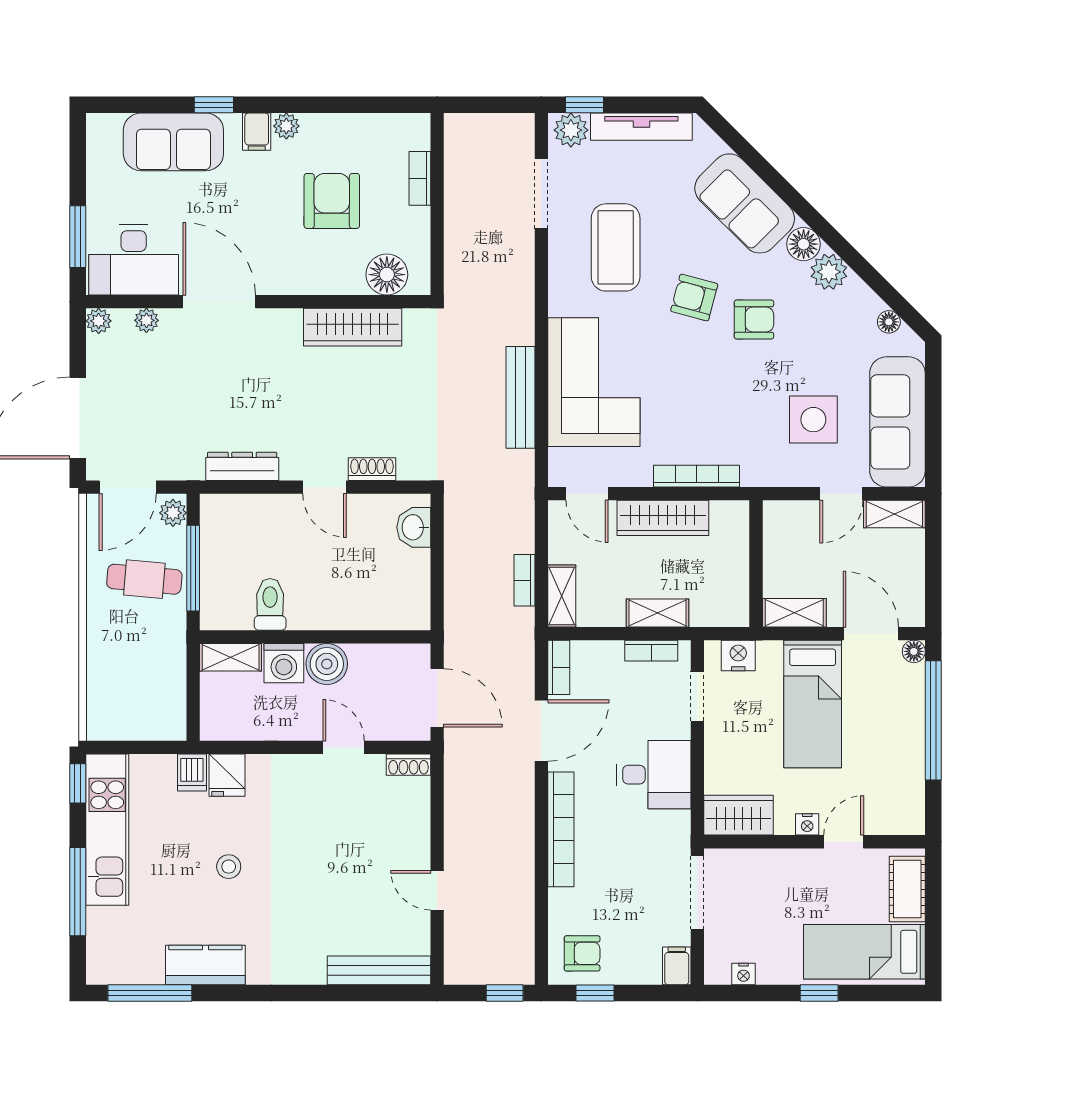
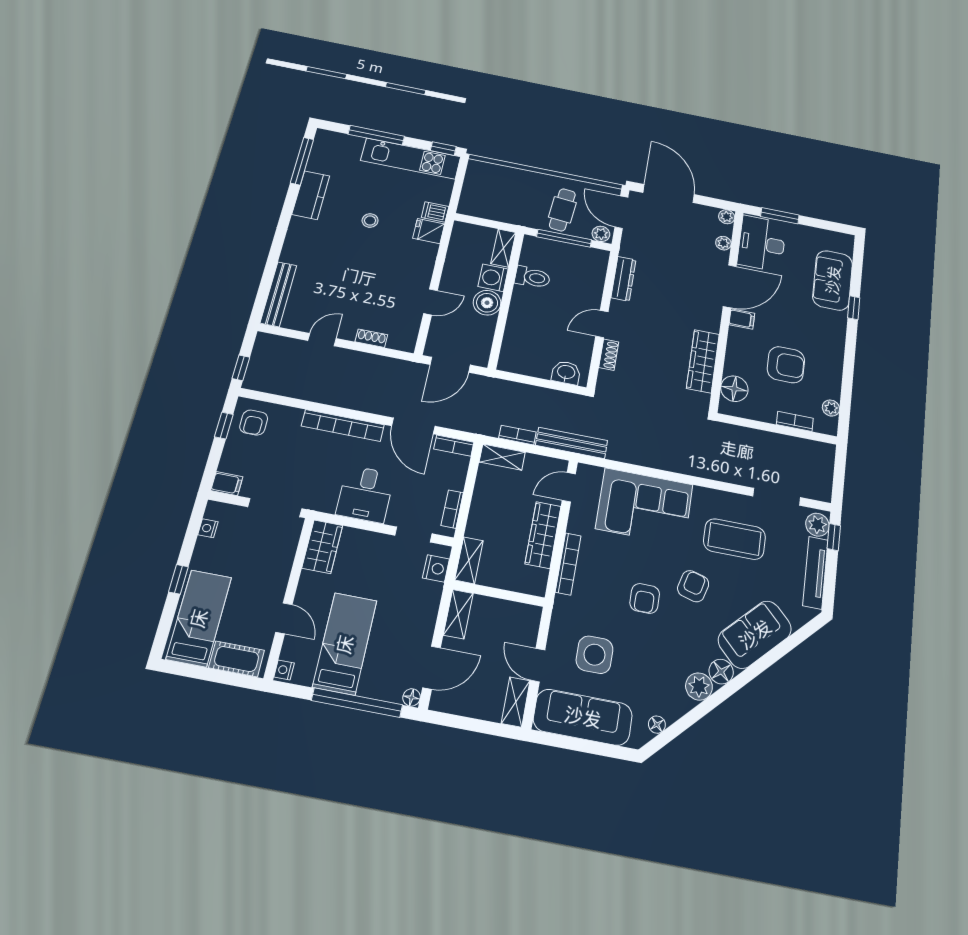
plant: (286, 126) -> (831, 408), moved
filing cabinet: (257, 132) -> (742, 319), moved, turned 180
armchair: (754, 320) -> (645, 598), moved
bench: (520, 397) -> (572, 443), moved
shelving: (657, 613) -> (469, 560), moved
bed: (813, 704) -> (345, 644), moved, turned 90
shoe rack: (408, 765) -> (371, 338), moved, turned 90
nightstand: (807, 824) -> (284, 670), moved

